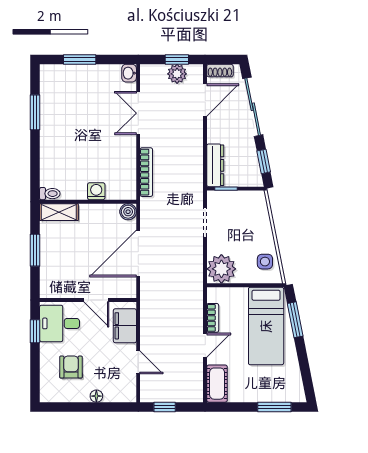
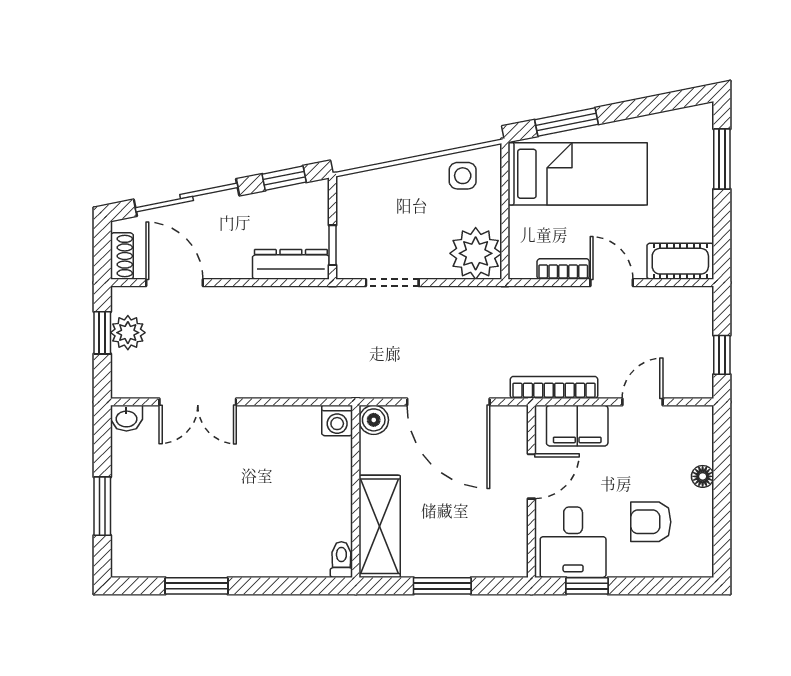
bookcase: (146, 172) -> (554, 387), moved
washing machine: (96, 191) -> (337, 421), moved, turned -90
shelving: (59, 212) -> (380, 526), width x1.50, depth x1.33

